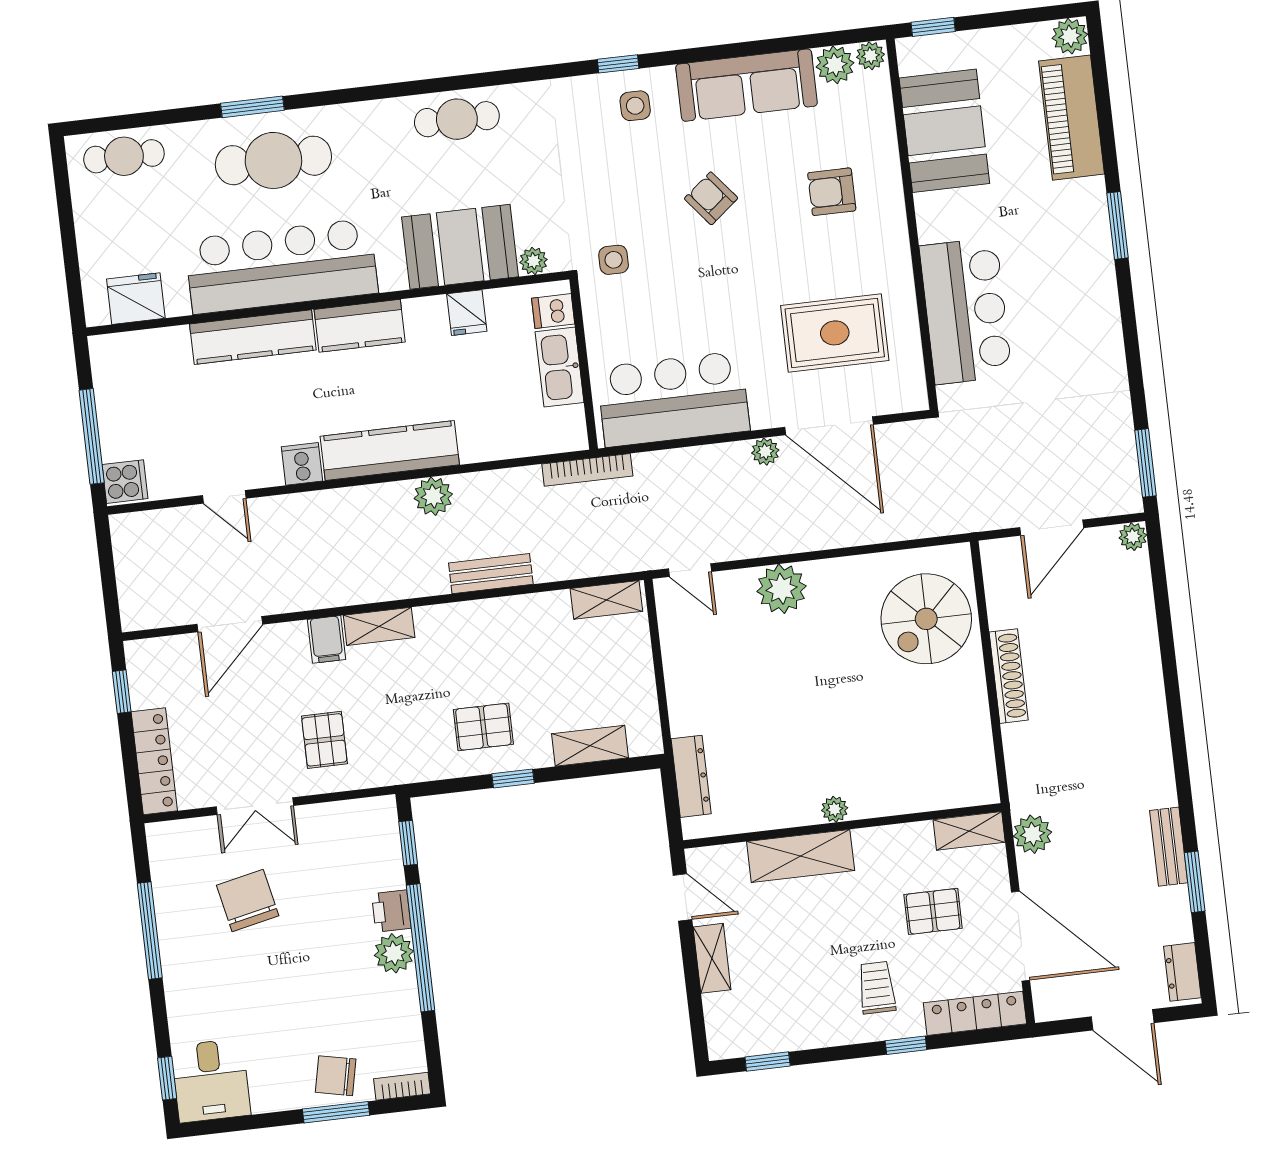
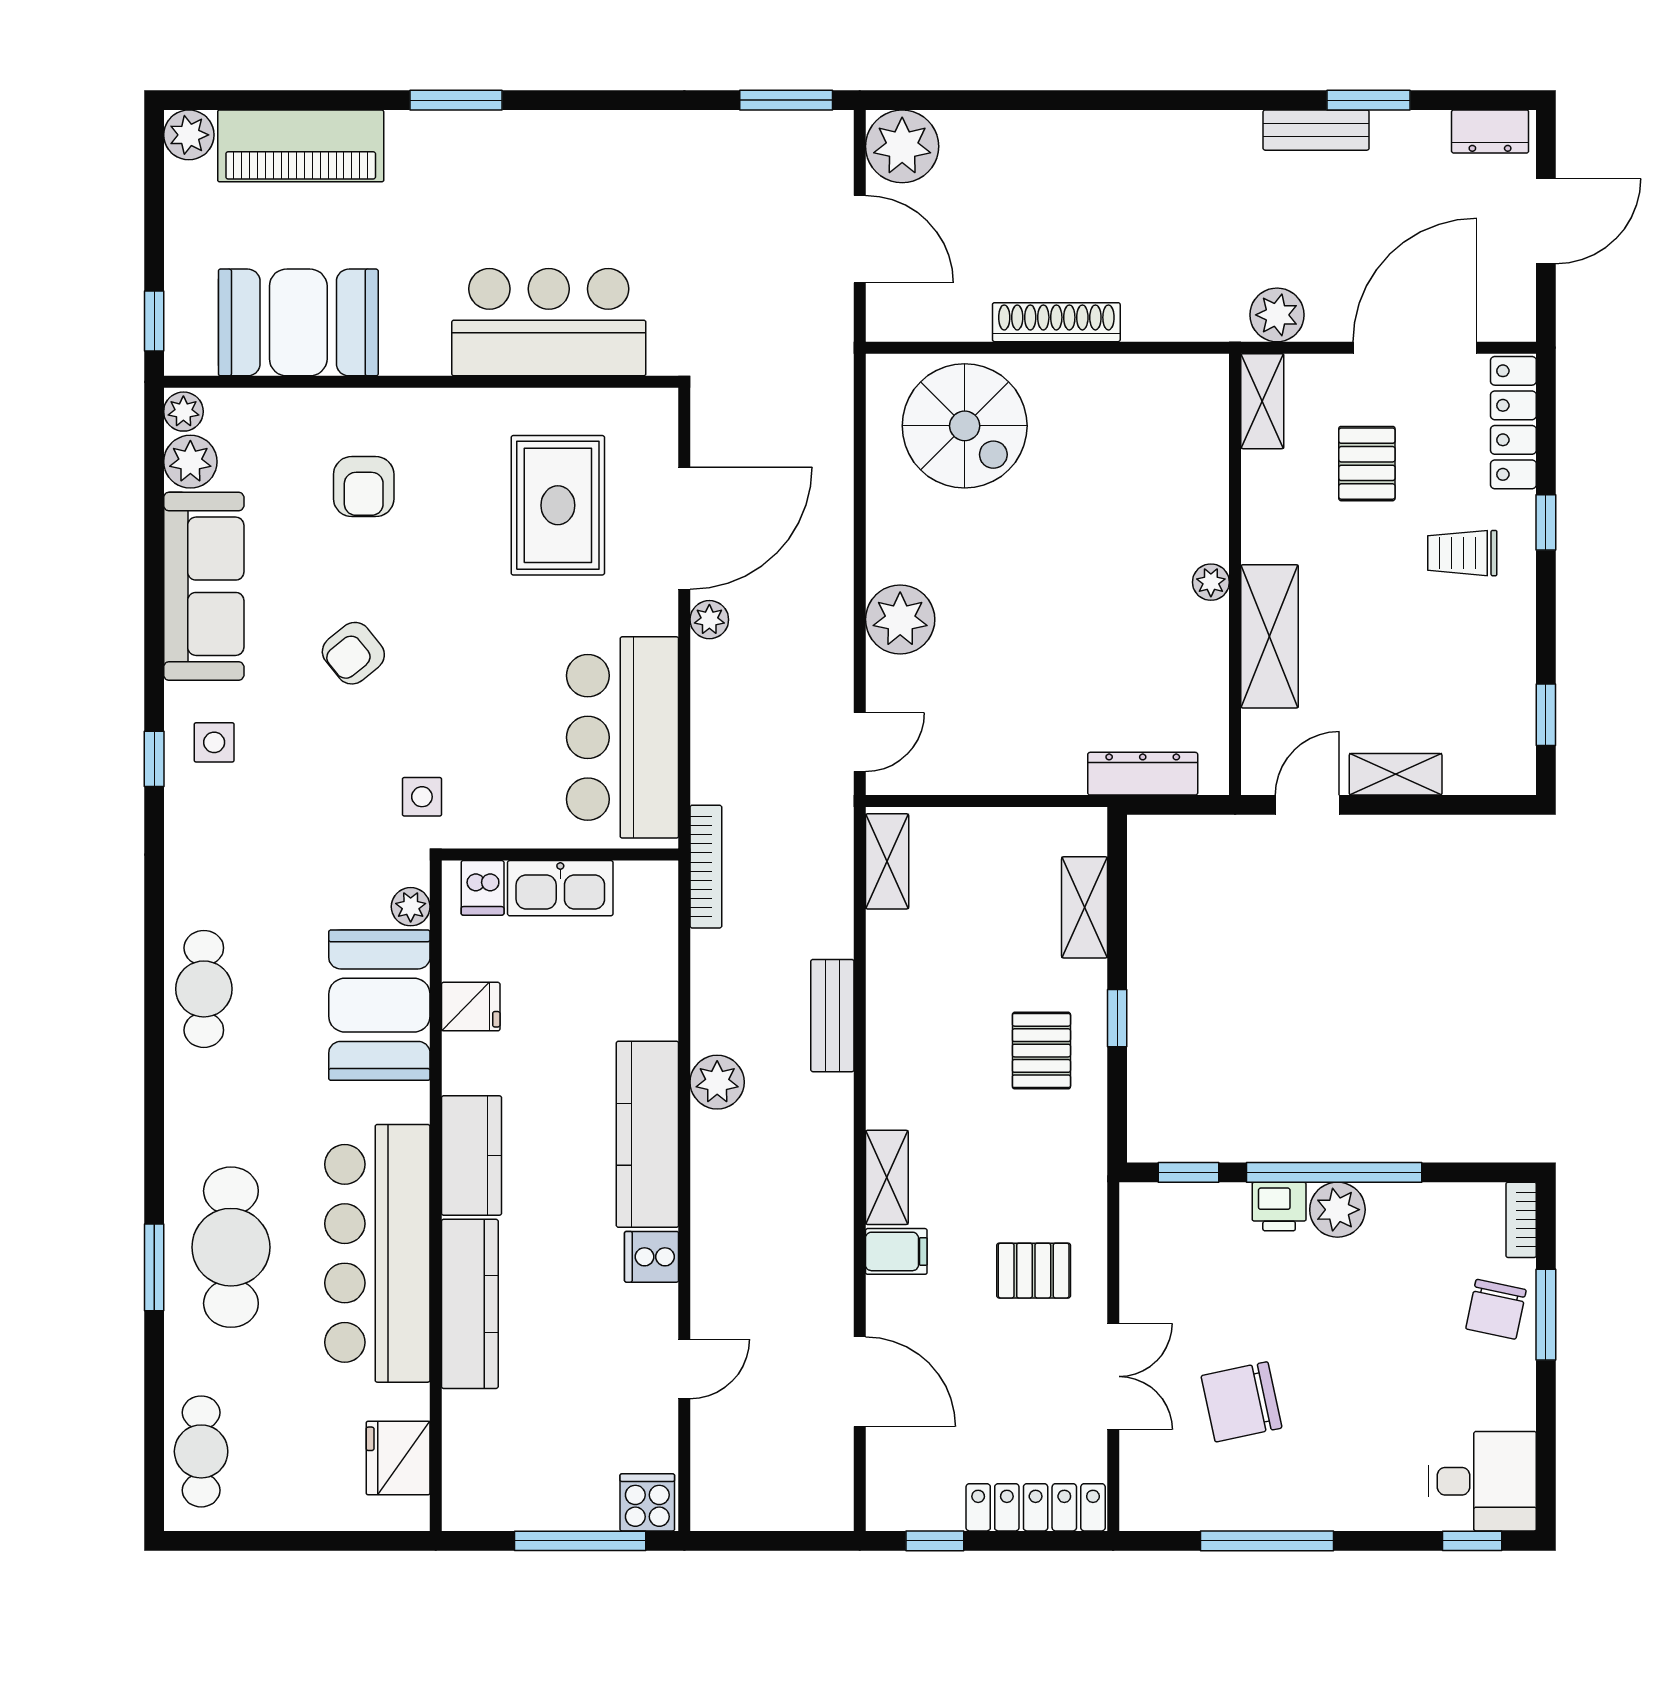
plant: (1133, 537) -> (902, 146), width x1.88, depth x1.88

